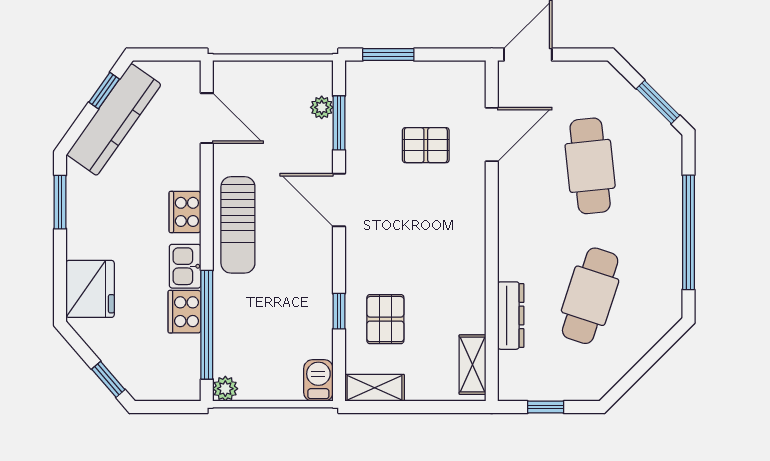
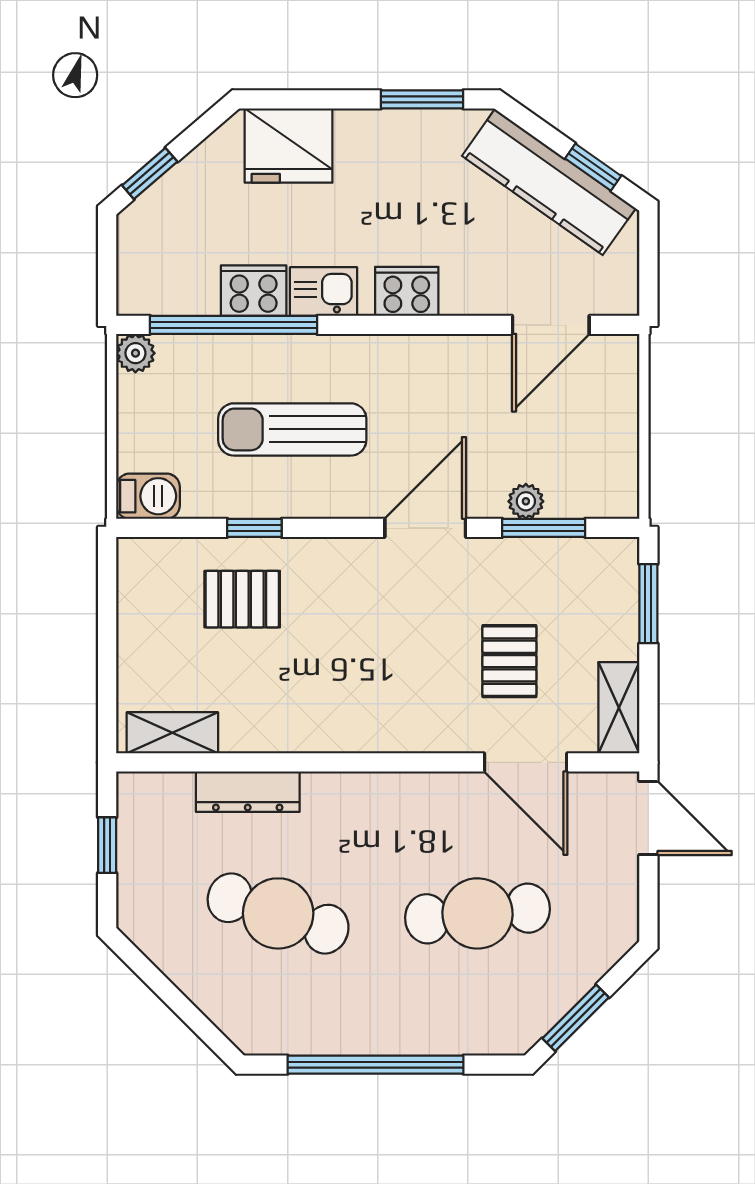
plant: (322, 107) -> (526, 501), moved
sun lounger: (238, 225) -> (292, 429), moved
shelving: (375, 388) -> (619, 708), moved

